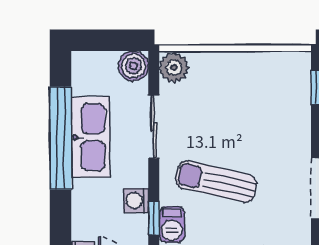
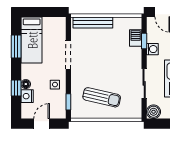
plant: (174, 68) -> (135, 111), removed
sun lounger: (216, 182) -> (102, 97), moved

